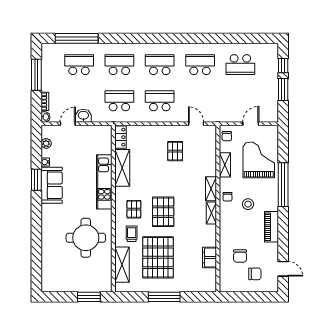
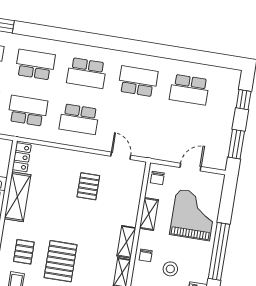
school desk: (160, 65) -> (87, 73), turned 180
window: (283, 90) -> (236, 144), moved
school desk: (160, 101) -> (79, 119), turned 180

